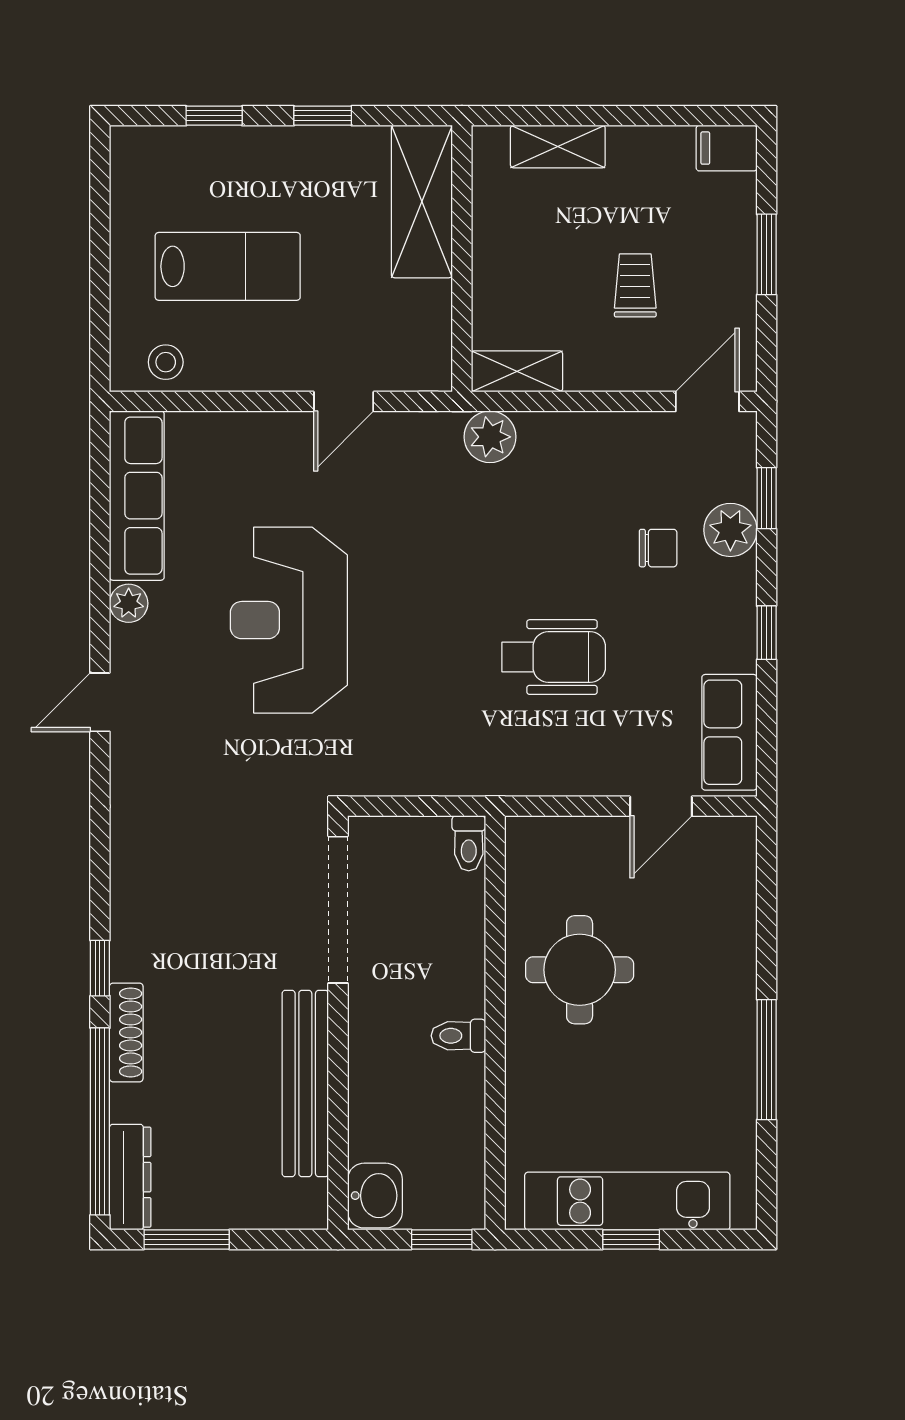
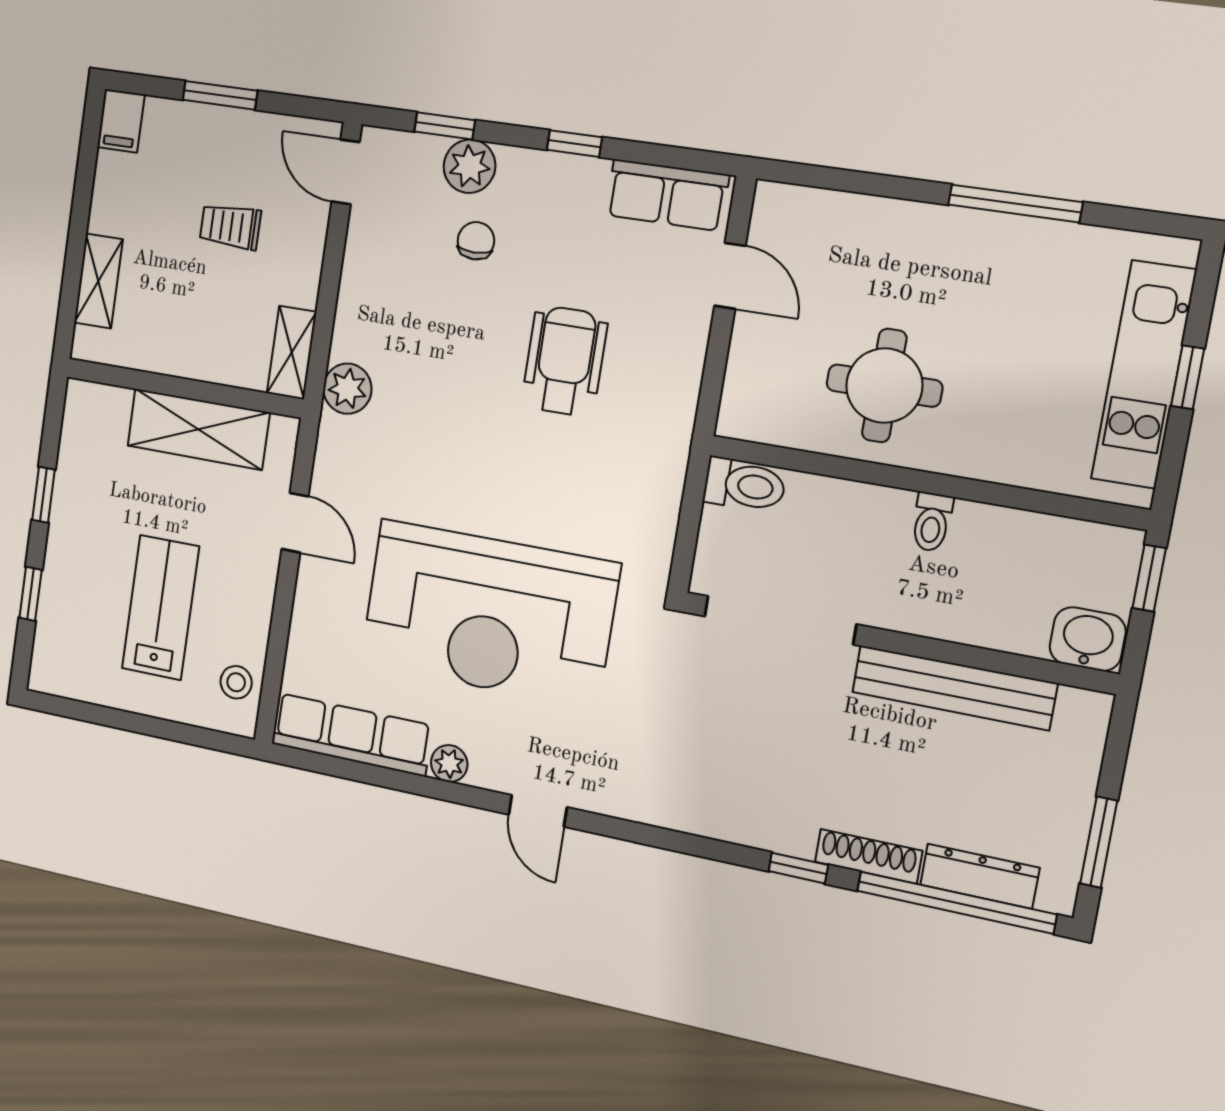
shelving: (422, 202) -> (198, 429), moved
reception desk: (289, 620) -> (489, 614), width x1.36, depth x1.30
toilet: (469, 843) -> (745, 485), width x1.37, depth x1.39
dresser: (130, 1177) -> (980, 876), moved

